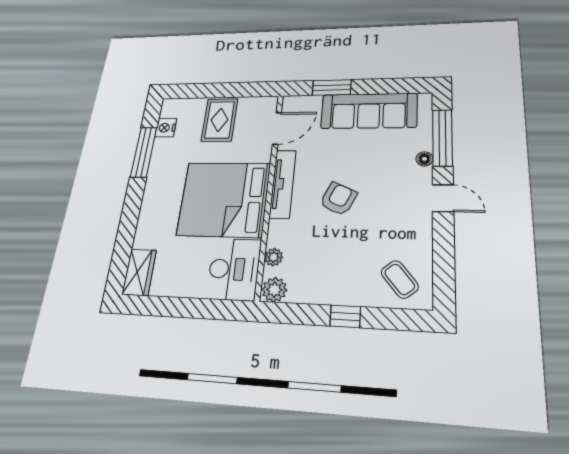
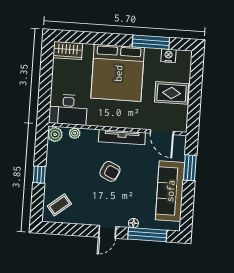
bed: (224, 199) -> (118, 73), moved, turned 180

